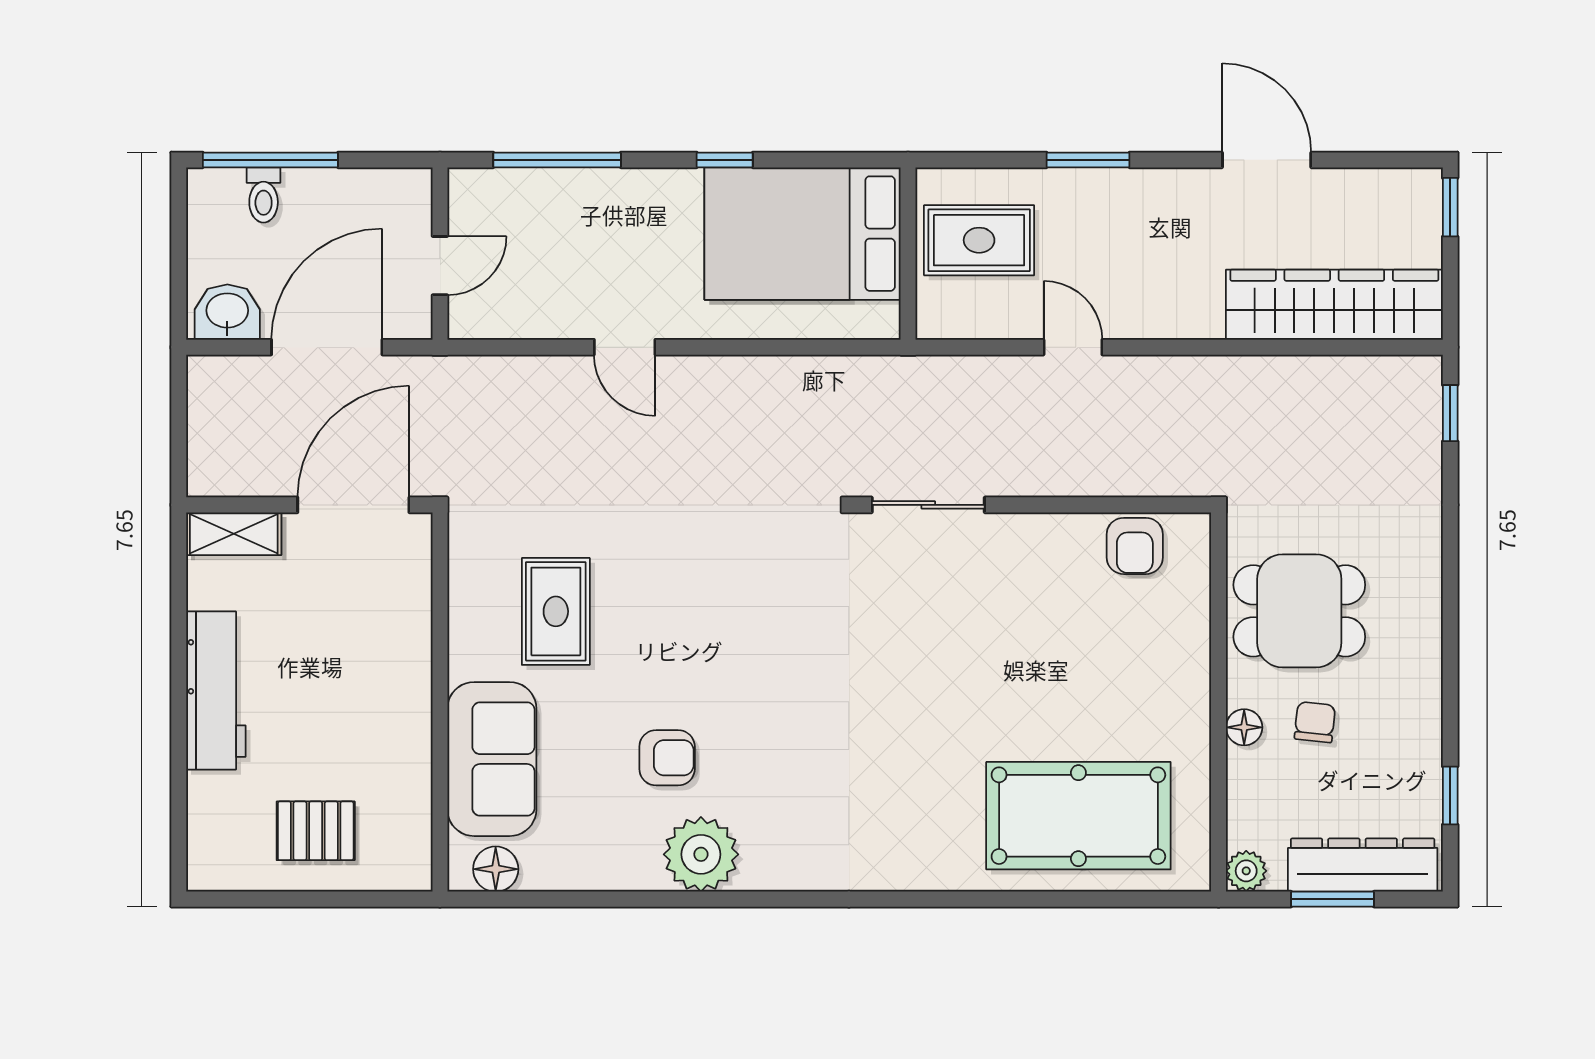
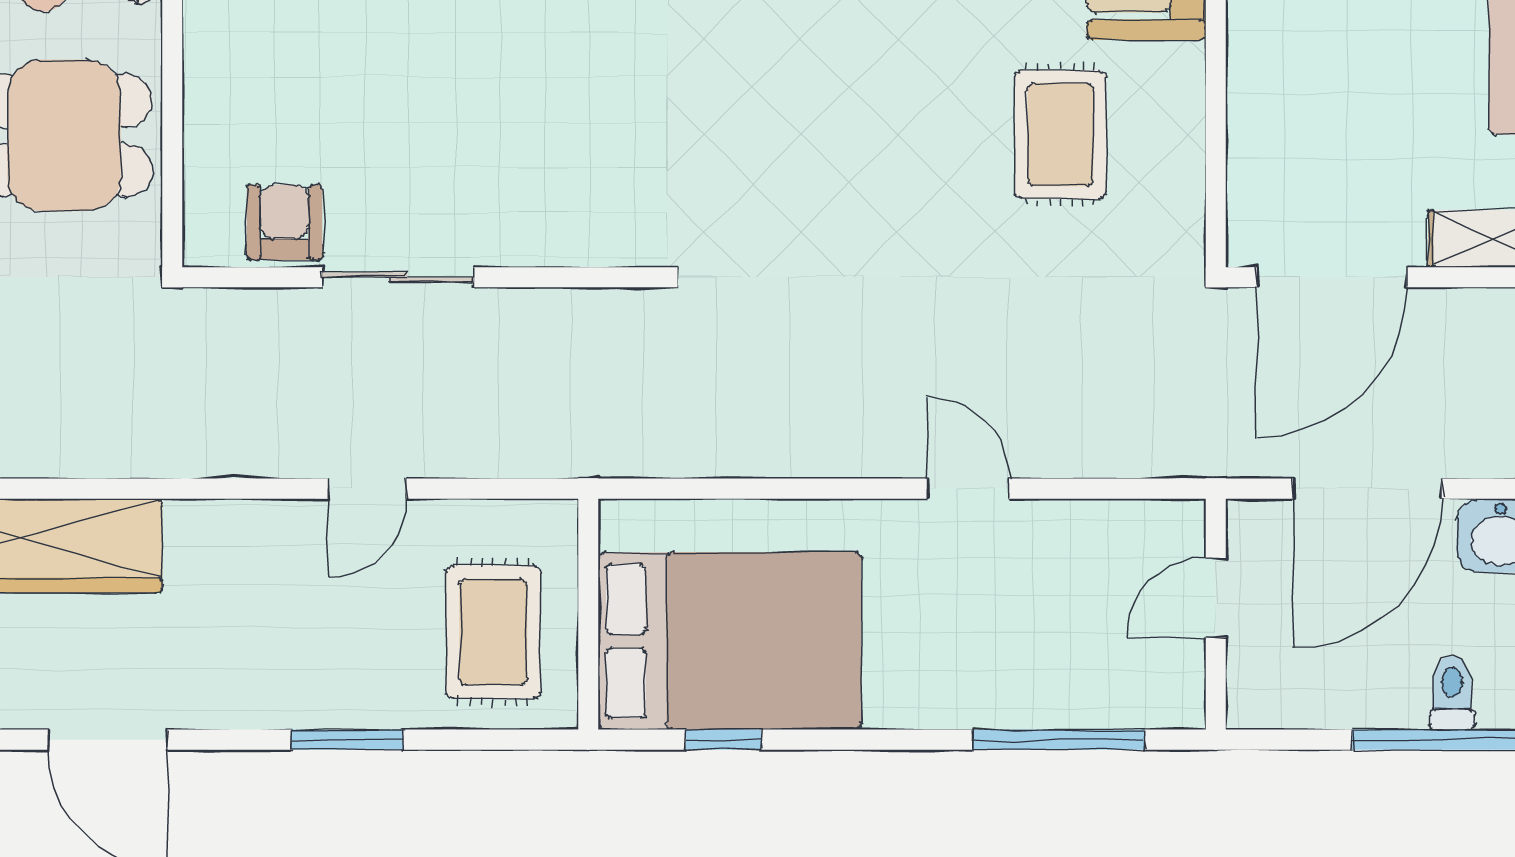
window: (725, 160) -> (723, 740), moved
rug: (979, 240) -> (493, 632), turned 90
door: (1073, 347) -> (367, 489), hinge flipped
sliding door: (928, 505) -> (398, 277), moved

